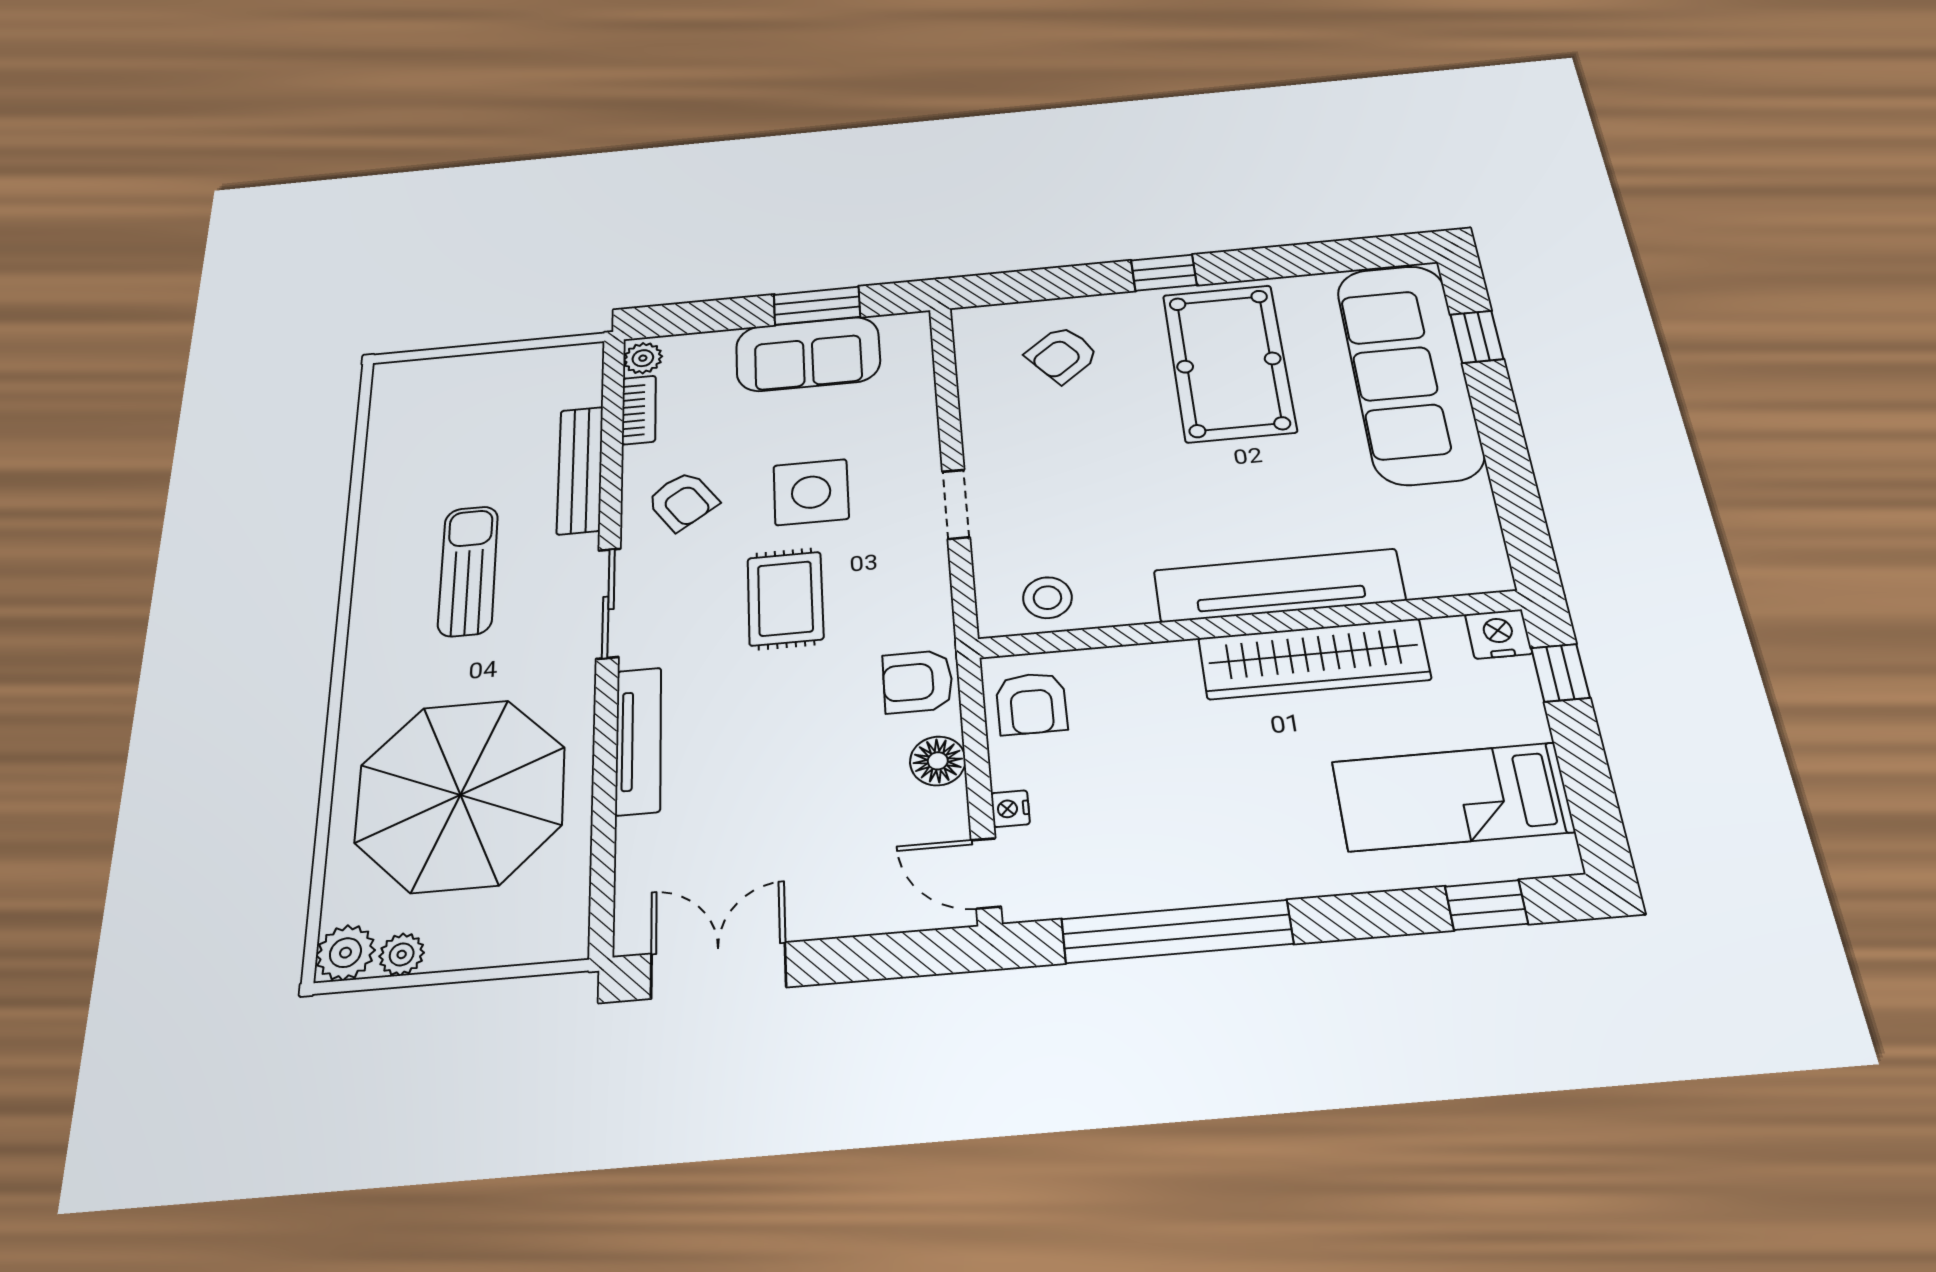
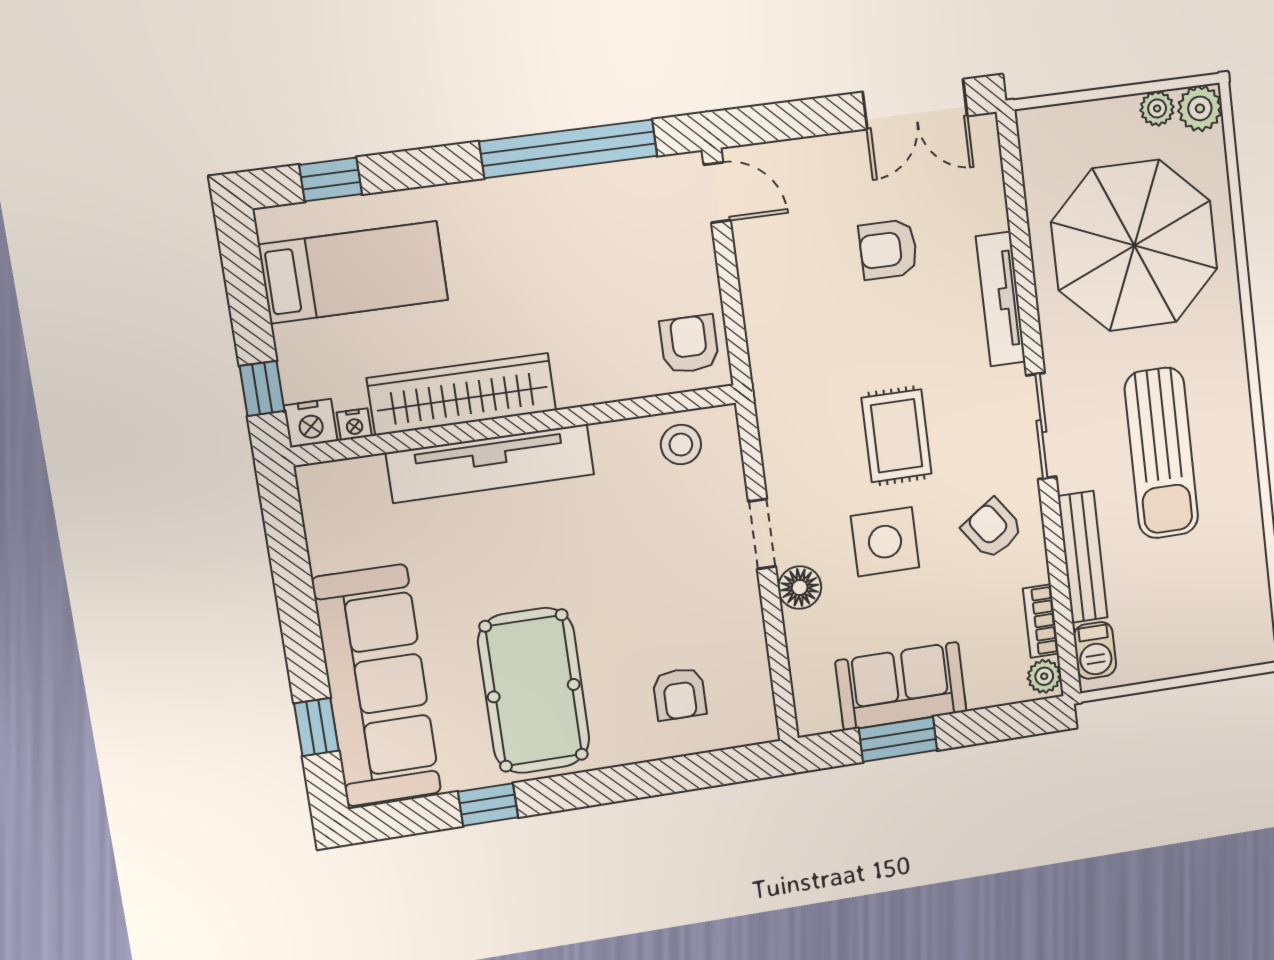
window: (1164, 273) -> (488, 805), moved
armchair: (1062, 355) -> (679, 694), turned 129
barbecue: (581, 380) -> (1095, 650), added
sun lounger: (468, 571) -> (1161, 453), width x1.36, depth x1.34
armchair: (918, 682) -> (888, 249), moved, turned 180
floor lamp: (938, 761) -> (800, 588), moved
nightstand: (1010, 809) -> (354, 424), moved, turned 90

